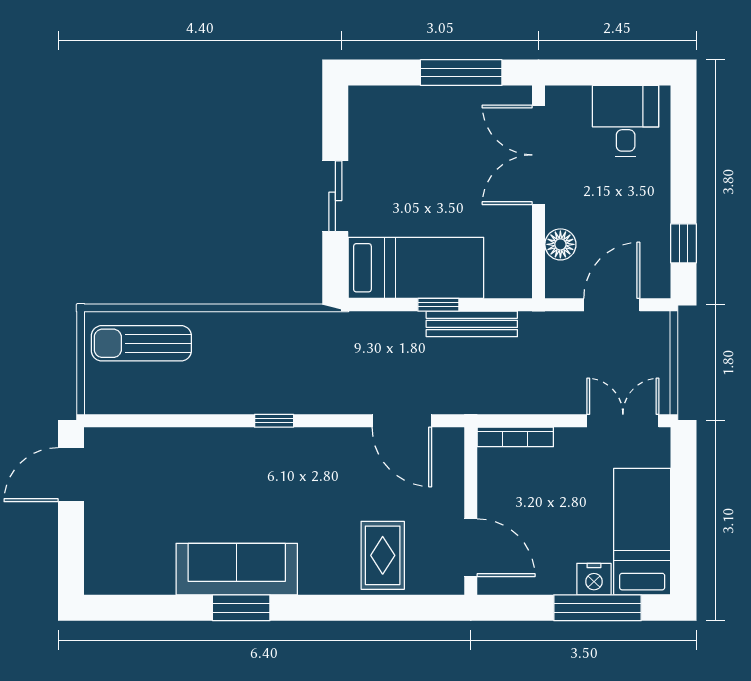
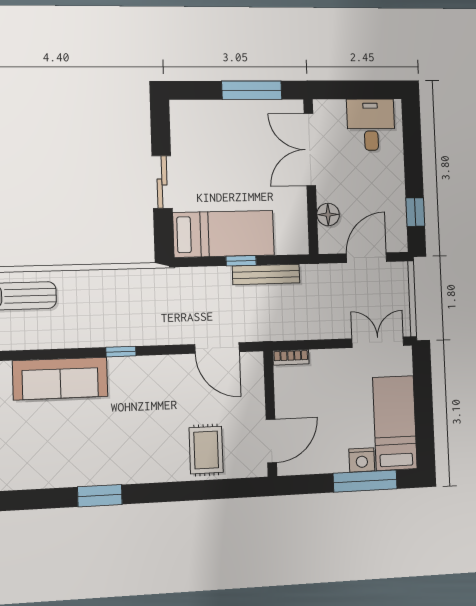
bookcase: (515, 437) -> (291, 357), width x0.64
door: (471, 548) -> (271, 441), hinge flipped
sofa: (237, 569) -> (60, 379), moved, turned 180

